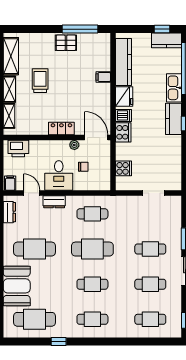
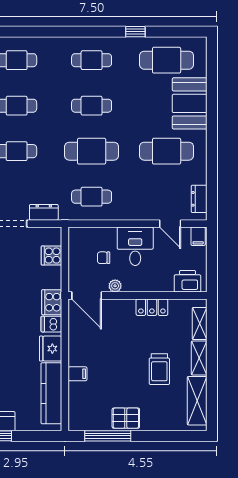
locker: (61, 128) -> (152, 307), moved
dresser: (54, 202) -> (44, 212), moved

